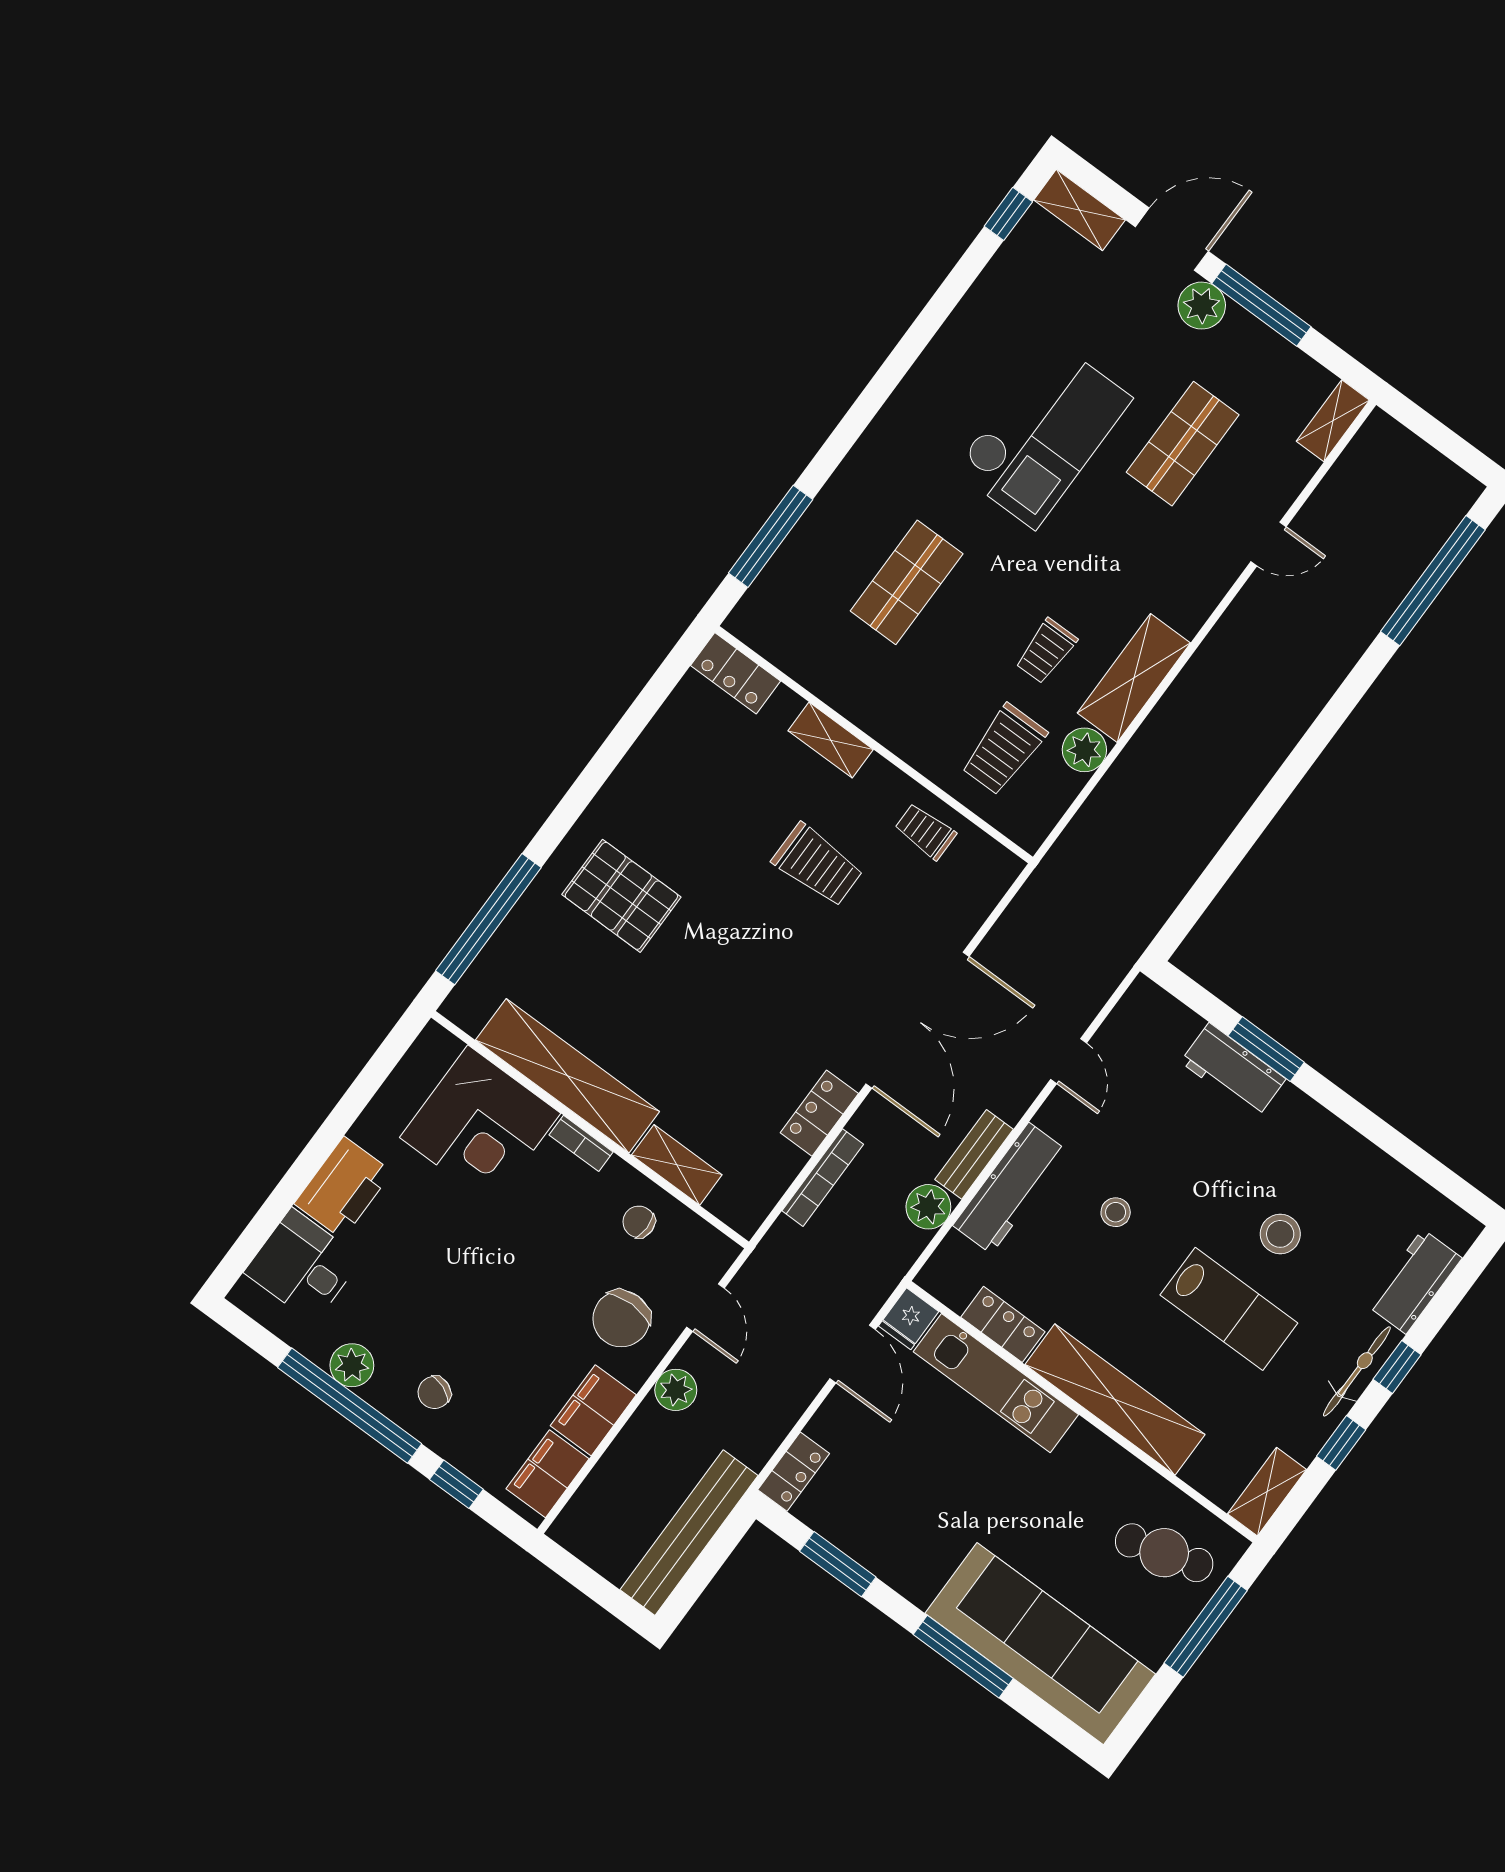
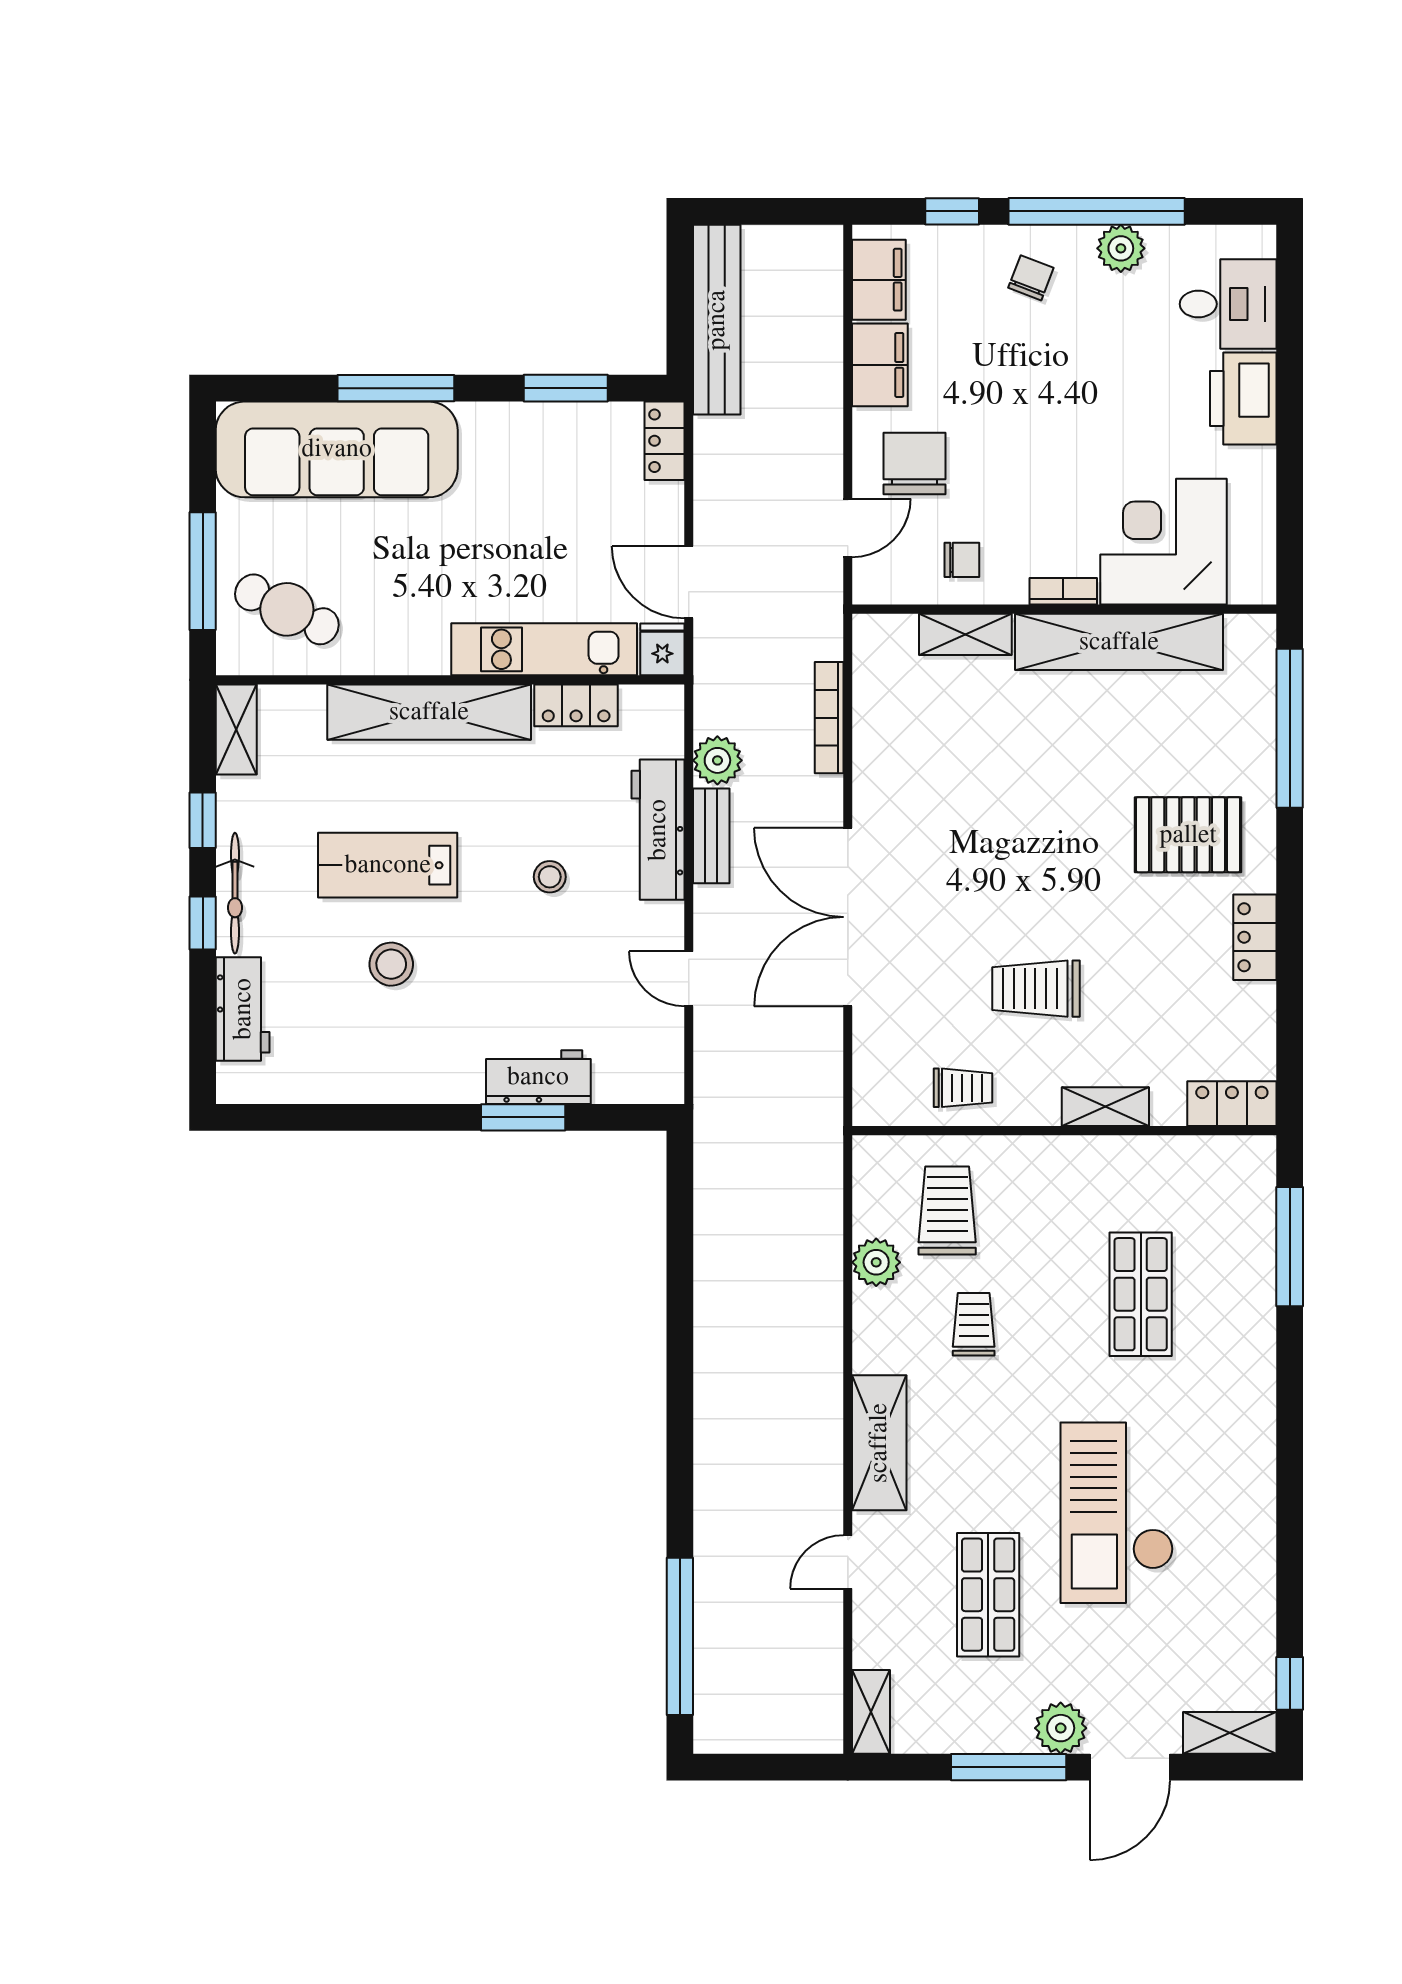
shelving: (1134, 678) -> (879, 1443), moved
locker: (819, 1113) -> (1255, 937), moved, turned 180
door: (706, 1308) -> (848, 528), swing flipped
plant: (676, 1390) -> (821, 436), removed
cafe table: (1164, 1553) -> (287, 609), turned 42

